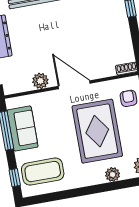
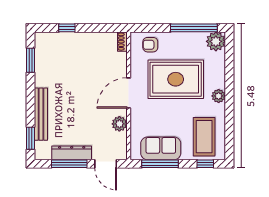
plant: (113, 175) -> (219, 96), moved

